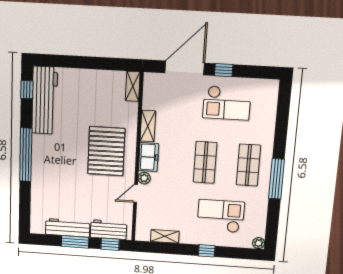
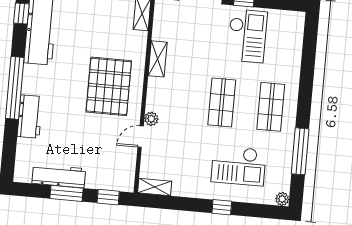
checkout: (227, 103) -> (247, 36), turned -90
freezer: (148, 157) -> (157, 94), removed
window: (277, 179) -> (300, 151), moved
checkout: (221, 216) -> (239, 166), turned 180
workbench: (109, 230) -> (30, 117), moved, turned 90
shelving: (165, 236) -> (155, 187), moved

